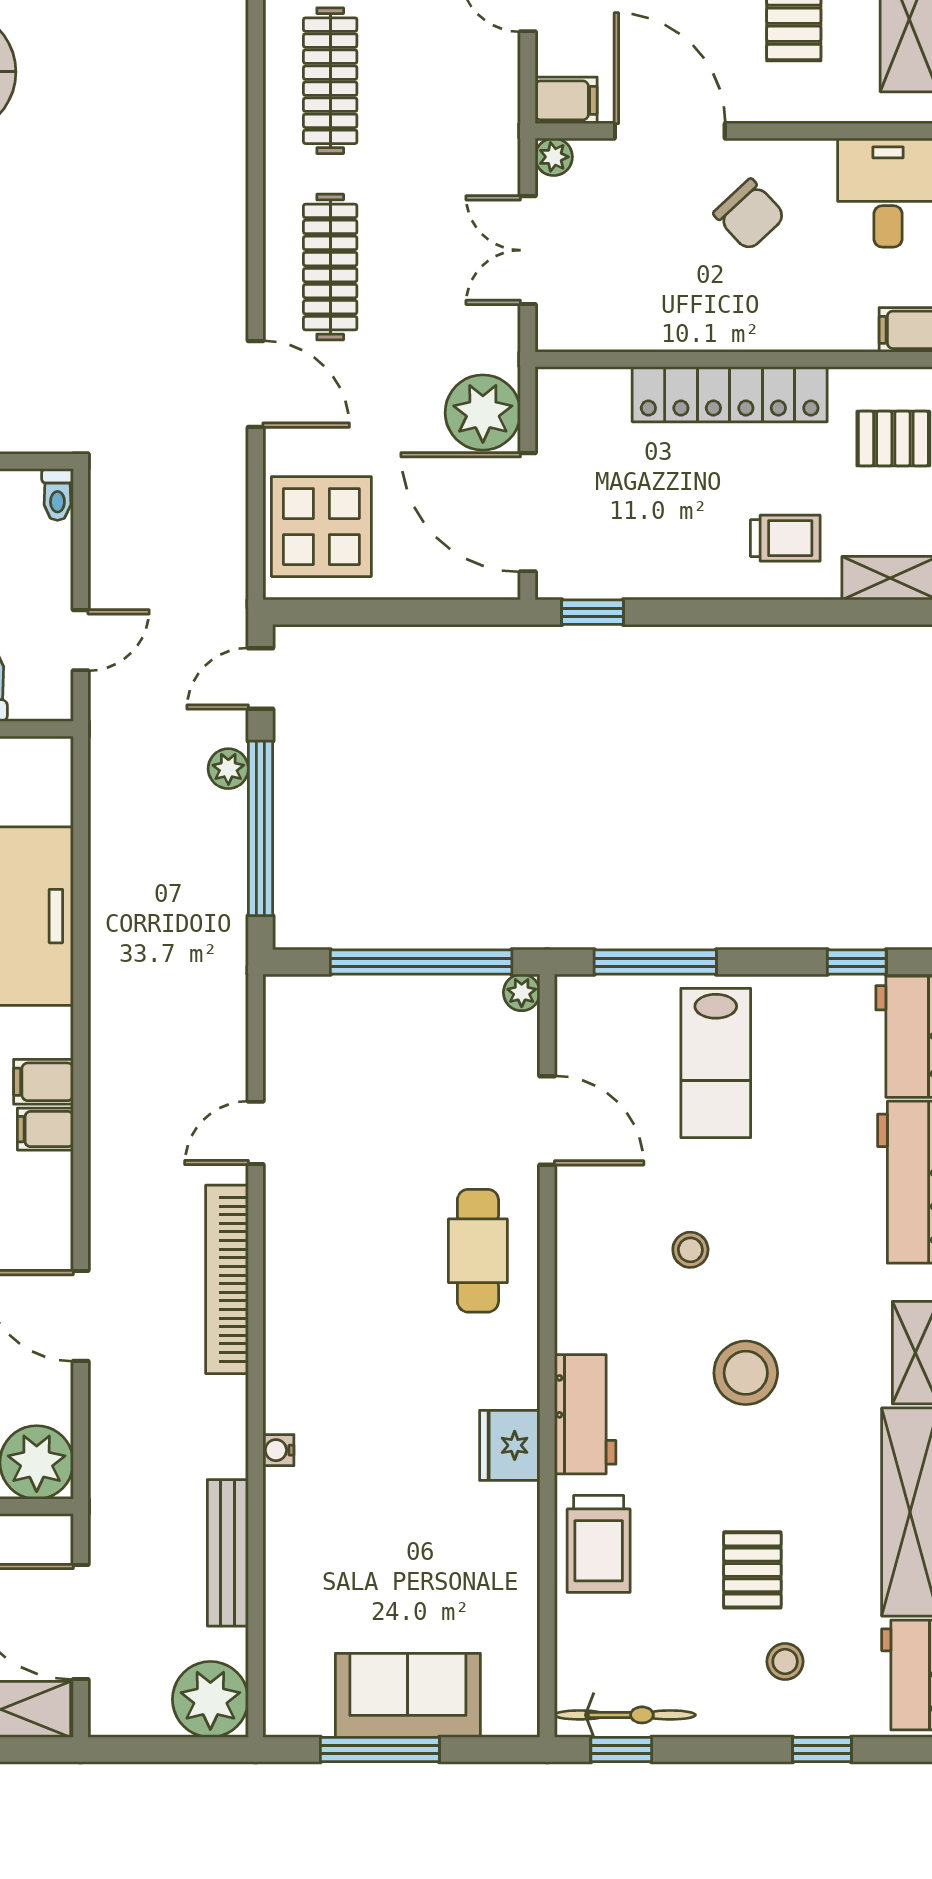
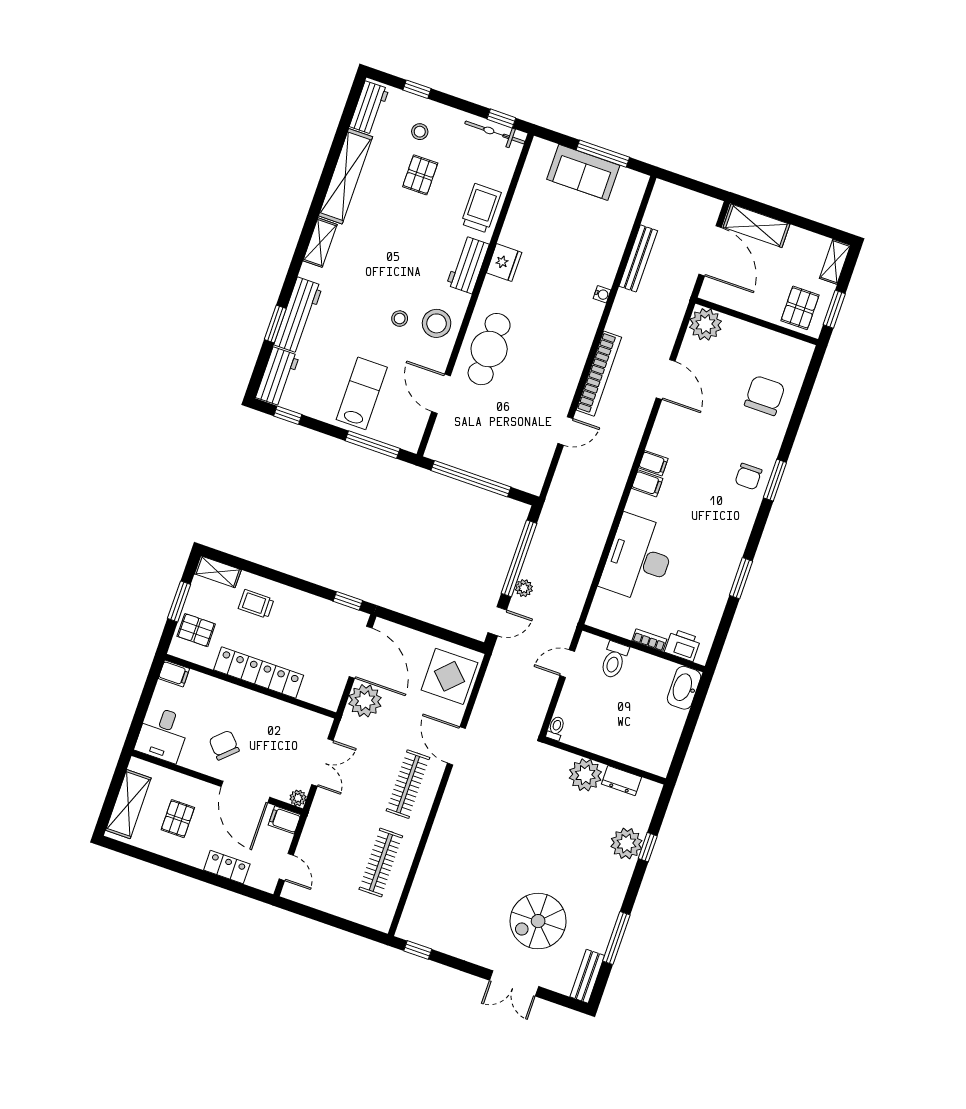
plant: (522, 992) -> (433, 451), removed
cafe table: (478, 1251) -> (489, 349), width x1.37, depth x1.35
stool: (746, 1373) -> (437, 323), moved
plant: (210, 1699) -> (667, 199), removed

